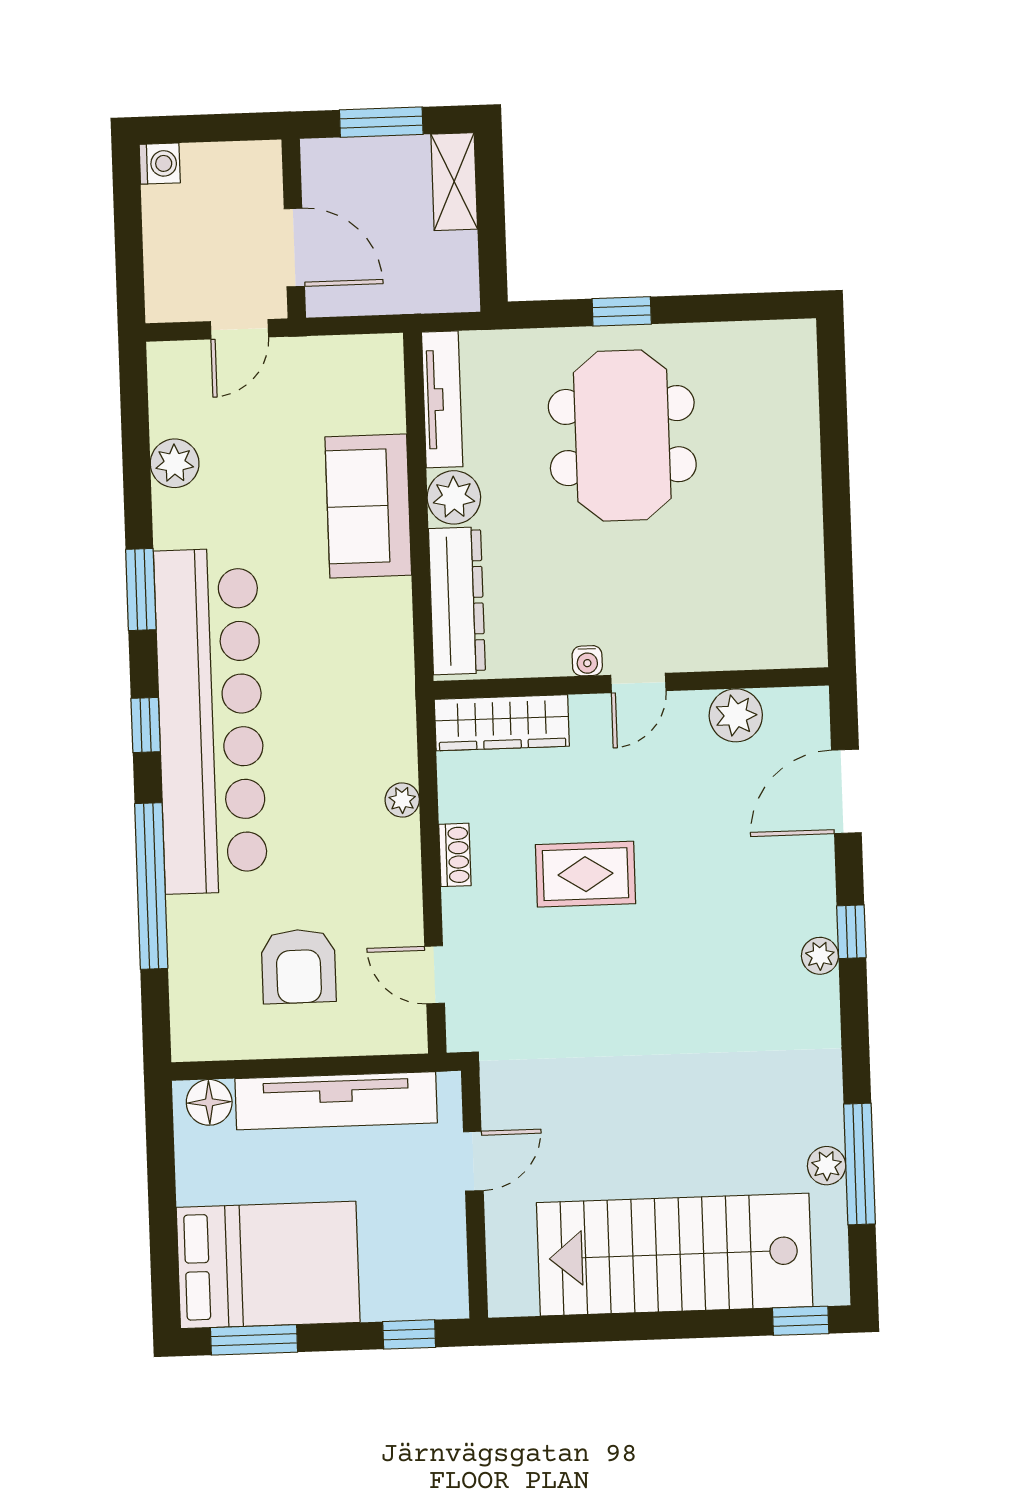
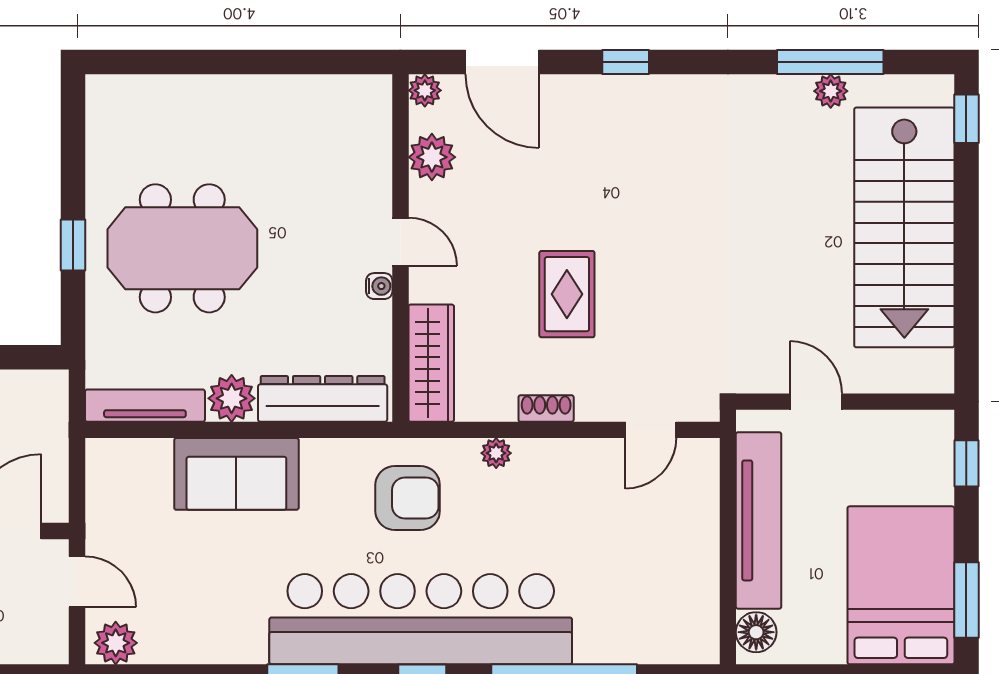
plant: (175, 463) -> (116, 643), moved
plant: (820, 956) -> (425, 90), moved
armchair: (299, 966) -> (408, 498), moved

